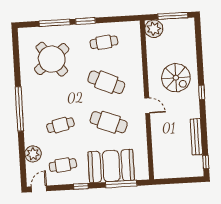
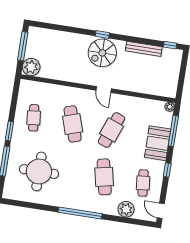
round table: (52, 59) -> (39, 171), turned 38
spiral stairs: (176, 78) -> (102, 53), moved, turned 180
cafe table: (106, 82) -> (73, 124), turned -42
door: (147, 106) -> (104, 89), swing flipped
cafe table: (60, 125) -> (104, 177), width x1.37, depth x1.35
booth: (111, 166) -> (158, 143), width x0.73, depth x0.70
plant: (144, 175) -> (170, 107), added

